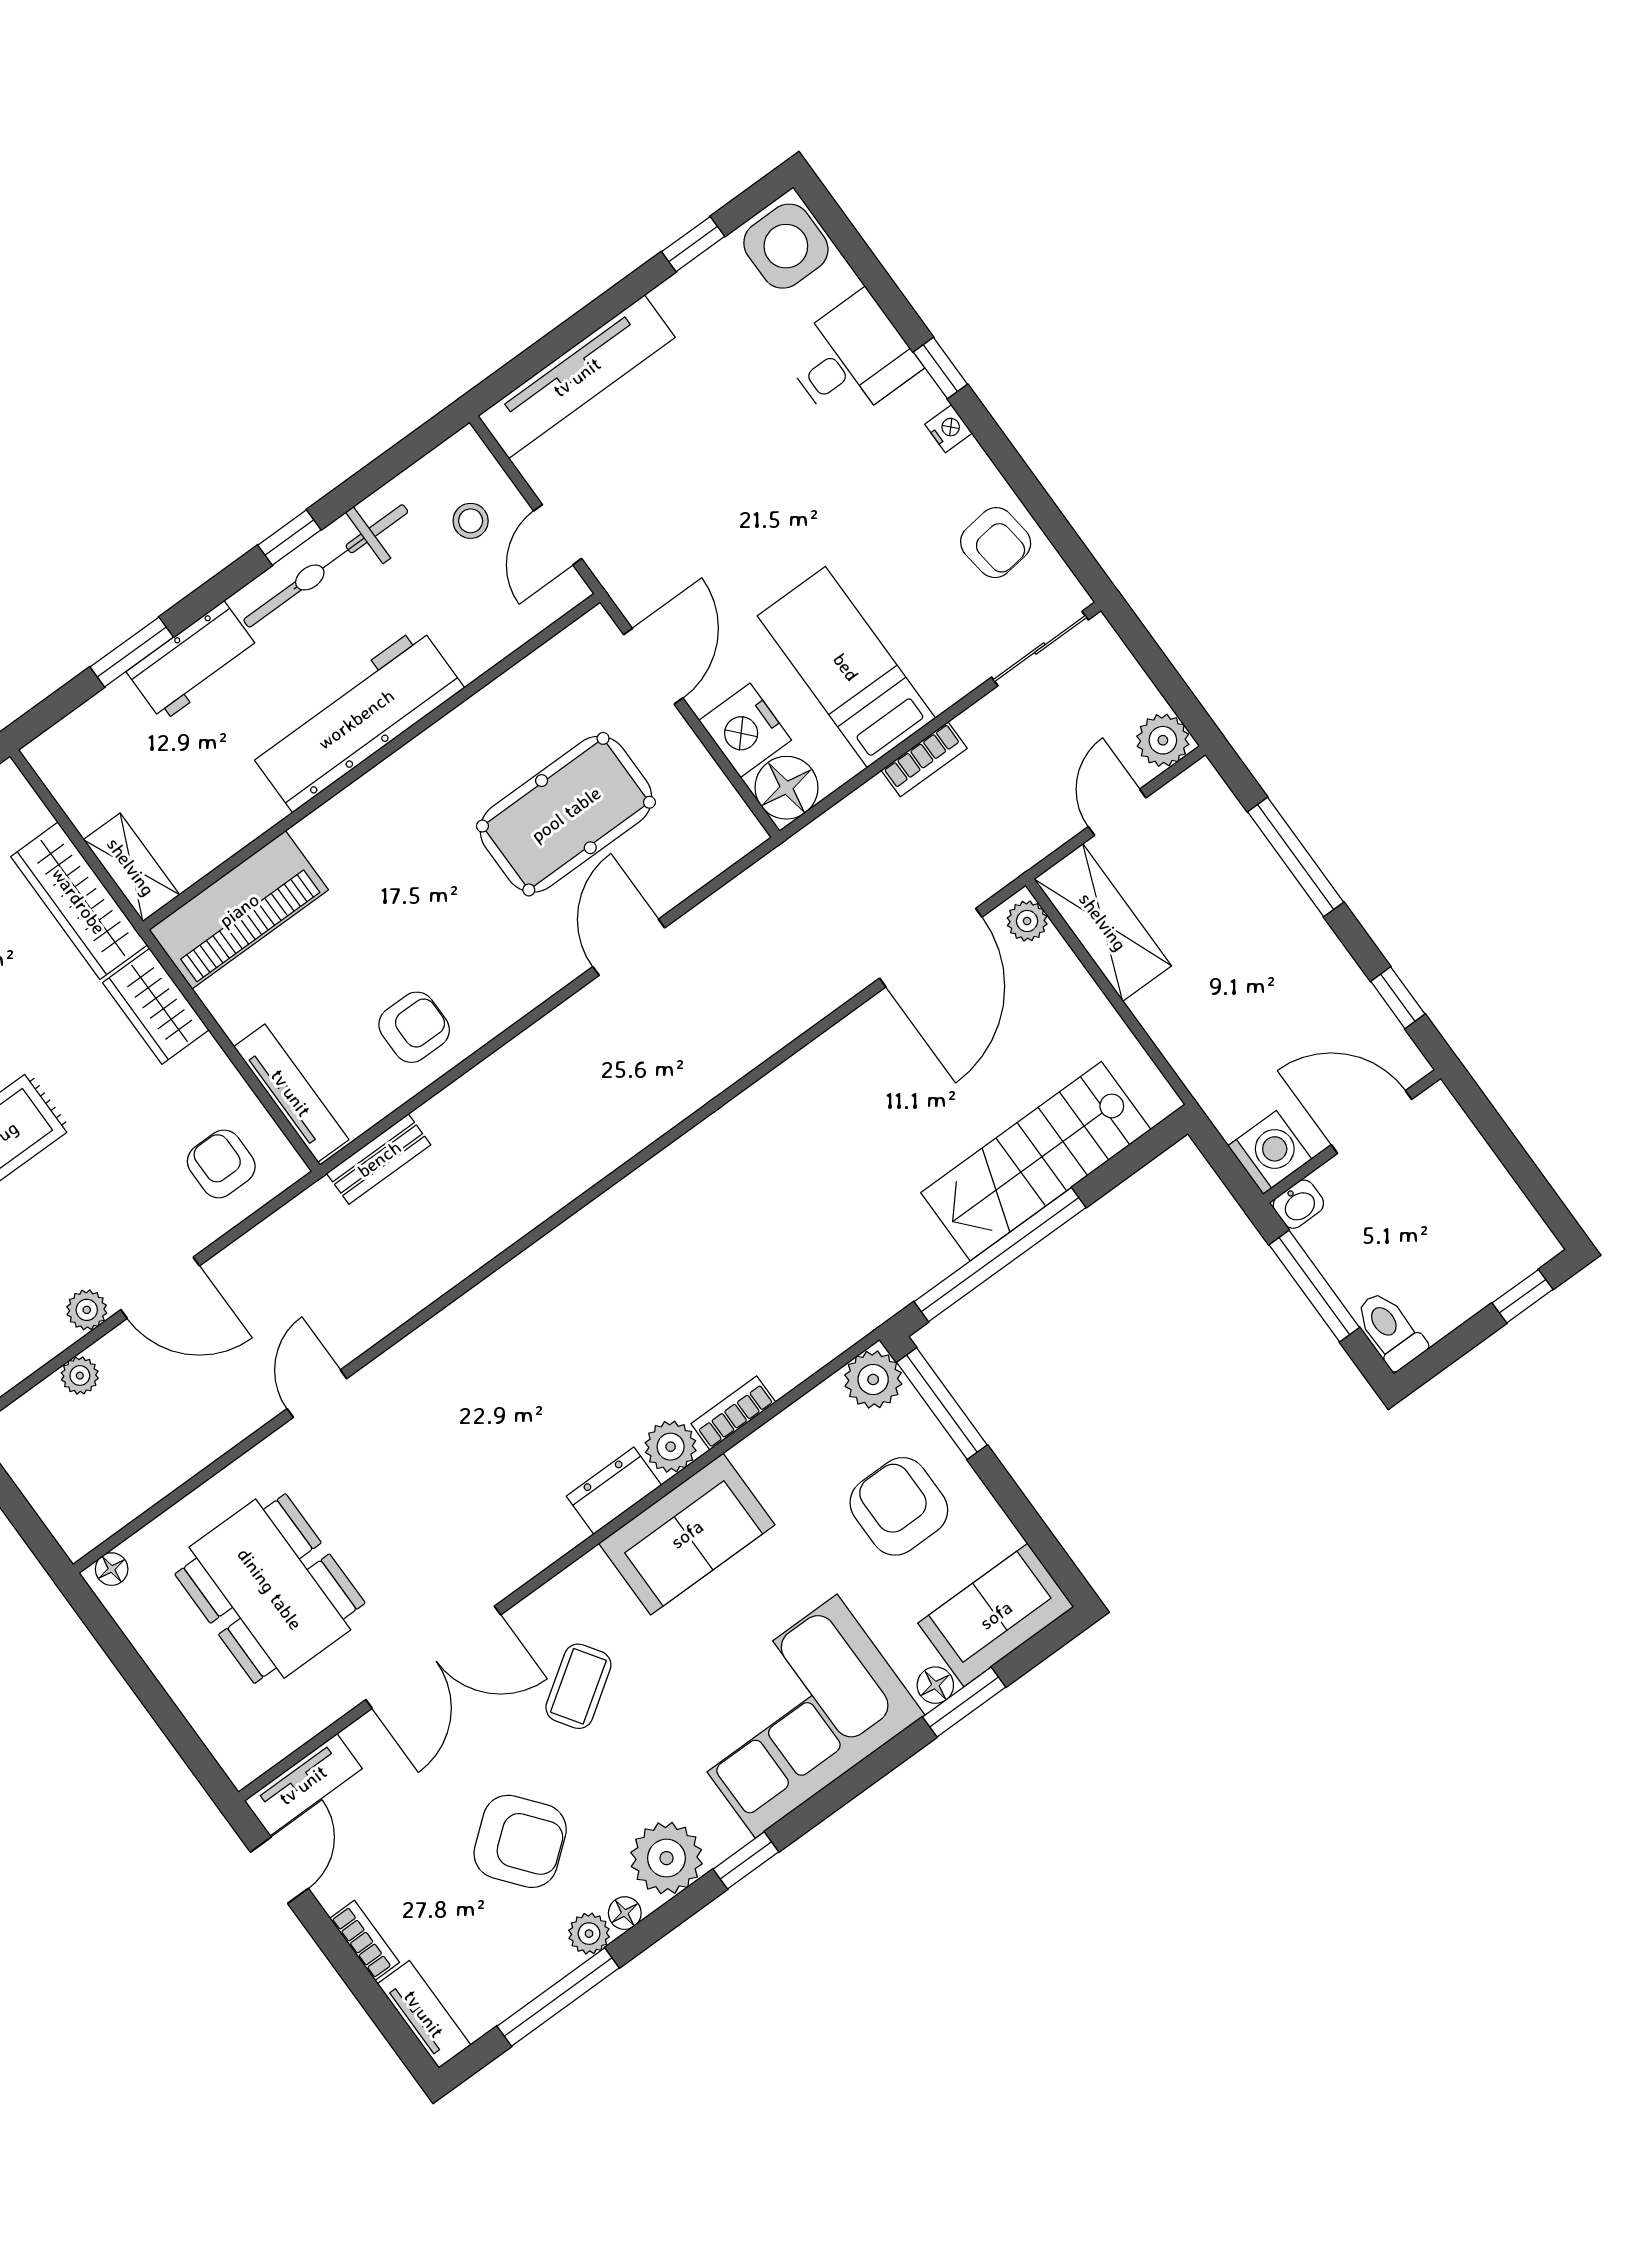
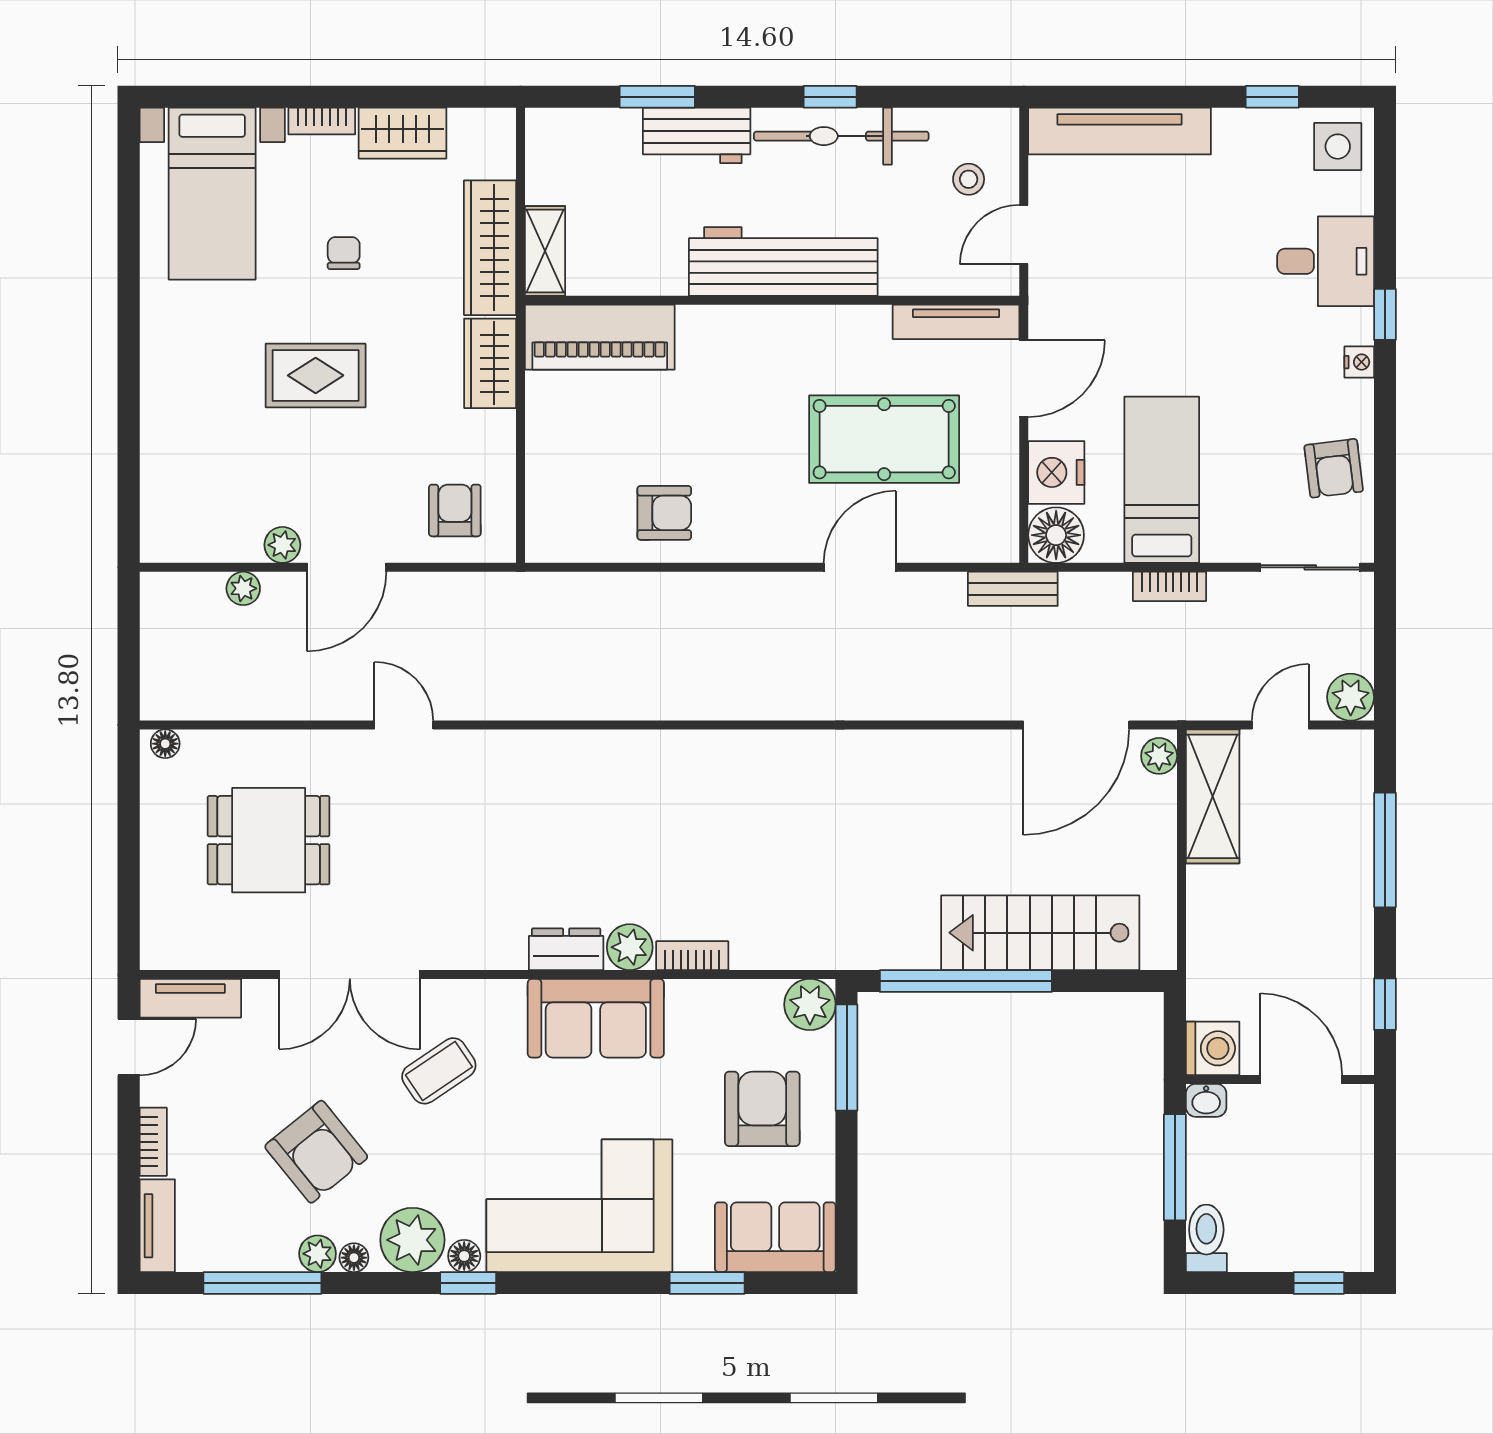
side table: (786, 246) -> (1338, 147), width x0.73, depth x0.73
tv unit: (291, 1093) -> (956, 322), moved, turned 90
bench: (379, 1159) -> (1013, 589), moved
door: (160, 1288) -> (347, 567), hinge flipped
door: (317, 1394) -> (404, 725), hinge flipped
dining table: (270, 1589) -> (269, 840), width x0.73
floor lamp: (935, 1685) -> (464, 1256), moved

